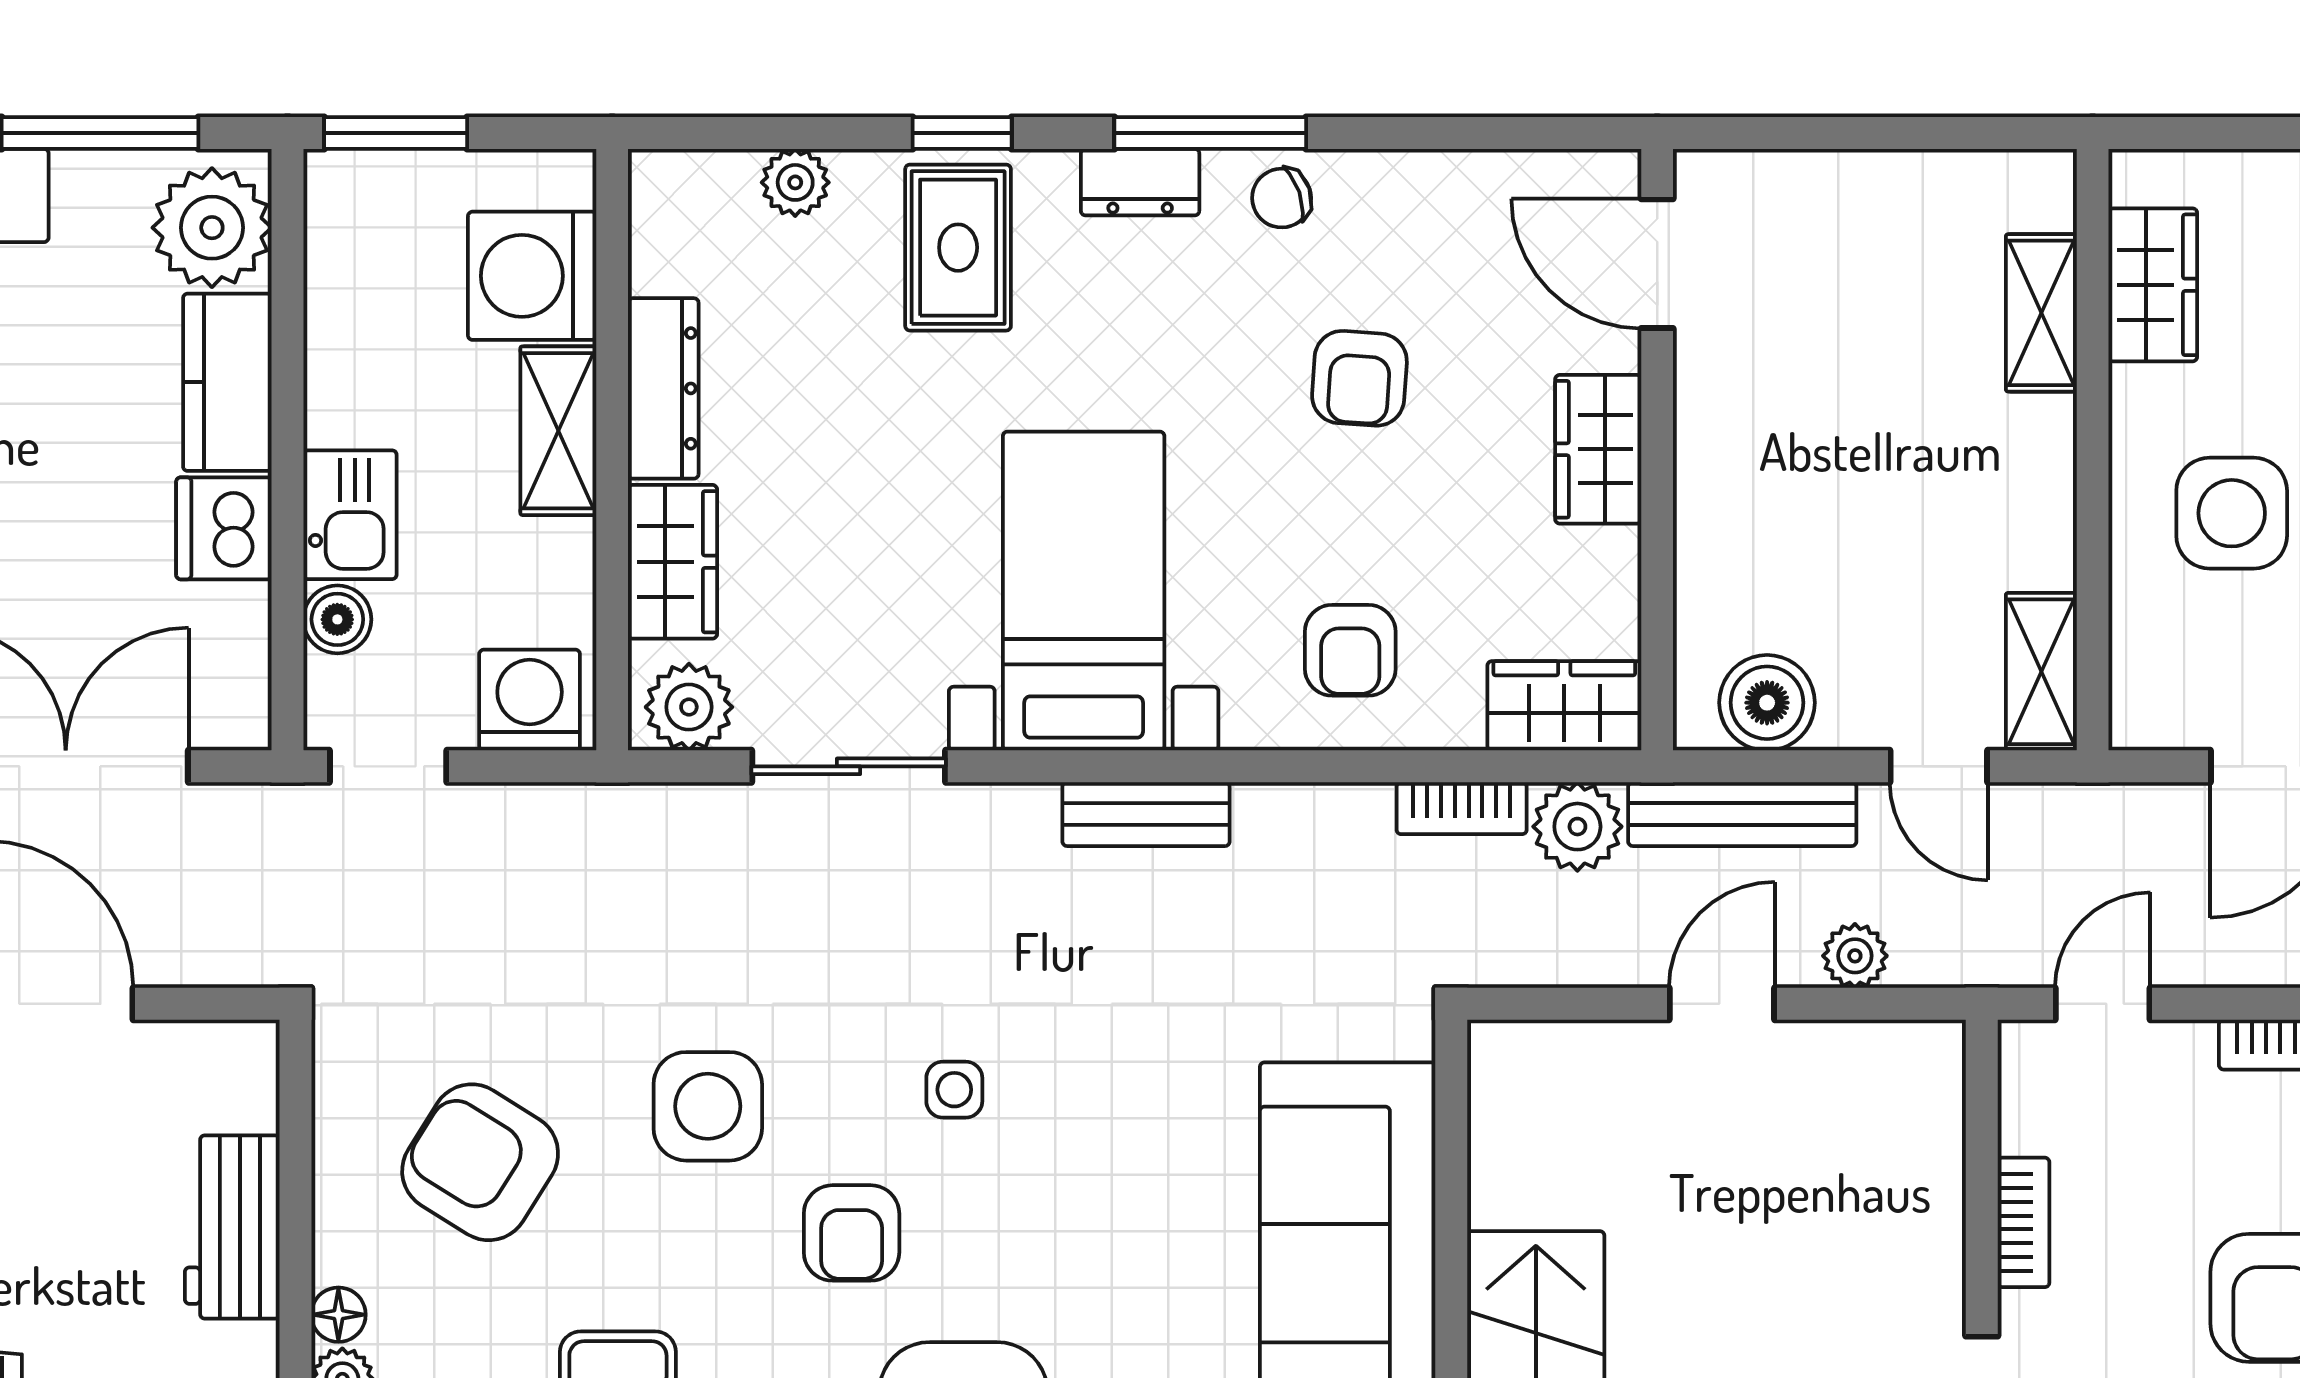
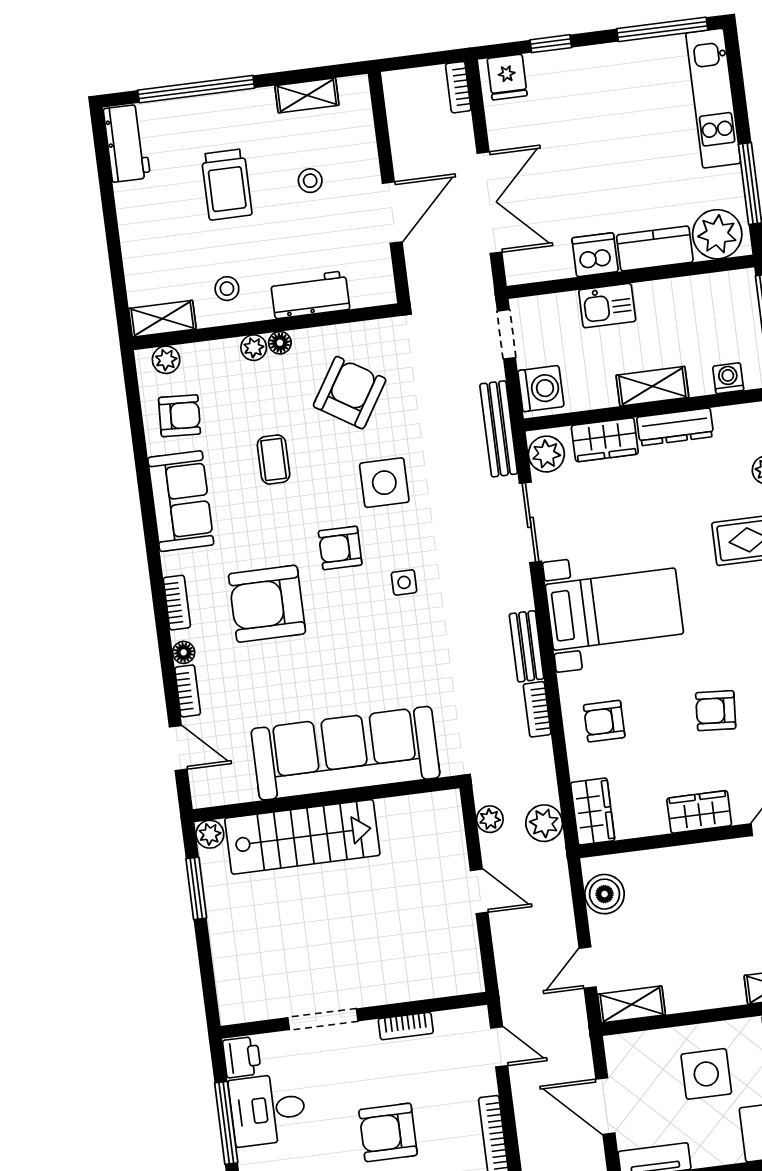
washing machine: (532, 276) -> (728, 378), width x0.53, depth x0.53
boiler: (337, 619) -> (564, 306), removed
bookcase: (1462, 808) -> (537, 709), moved
bench: (1742, 814) -> (499, 429), moved
plant: (1855, 956) -> (490, 819), moved

